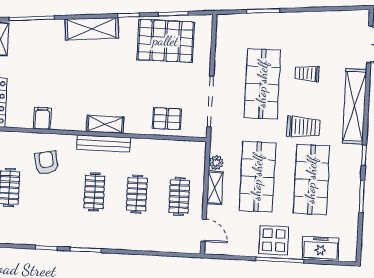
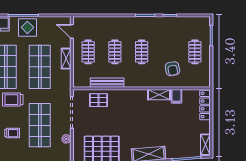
shelving: (105, 124) -> (159, 95), moved
bench: (104, 143) -> (107, 83), moved
plant: (216, 163) -> (66, 139), moved

